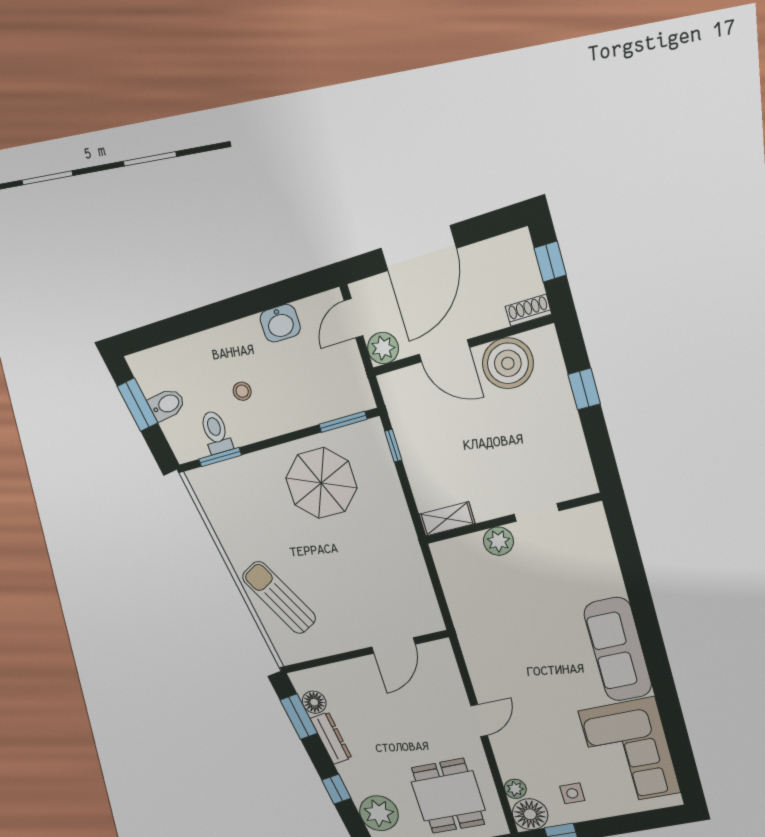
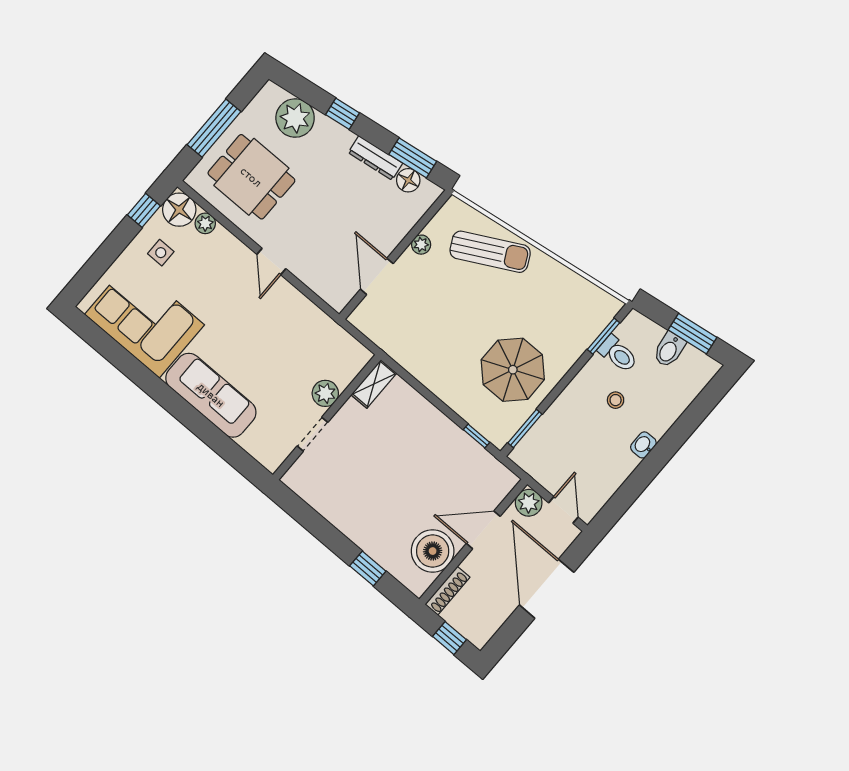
shoe rack: (528, 310) -> (447, 591), width x1.43
washbasin: (280, 323) -> (643, 445), moved, width x0.72, depth x0.69
doorway: (537, 513) -> (313, 434), moved
shelving: (447, 519) -> (374, 384), moved
wall: (512, 519) -> (327, 417), moved
plant: (498, 541) -> (325, 393), moved
plant: (337, 645) -> (421, 245), added

